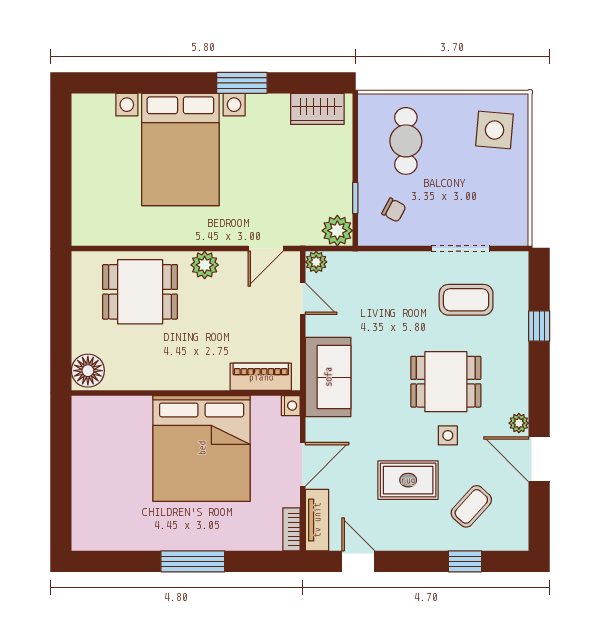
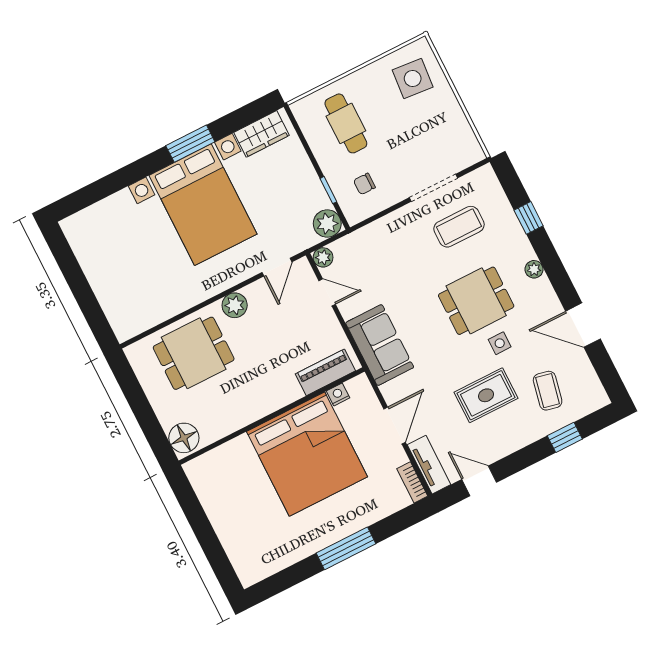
bed with nightstands: (180, 150) -> (203, 205), moved
chair: (394, 210) -> (364, 184), turned 152
nightstand: (291, 406) -> (338, 394), moved, turned -90
plant: (519, 423) -> (534, 269), moved
coffee table: (471, 506) -> (548, 391), turned -30

